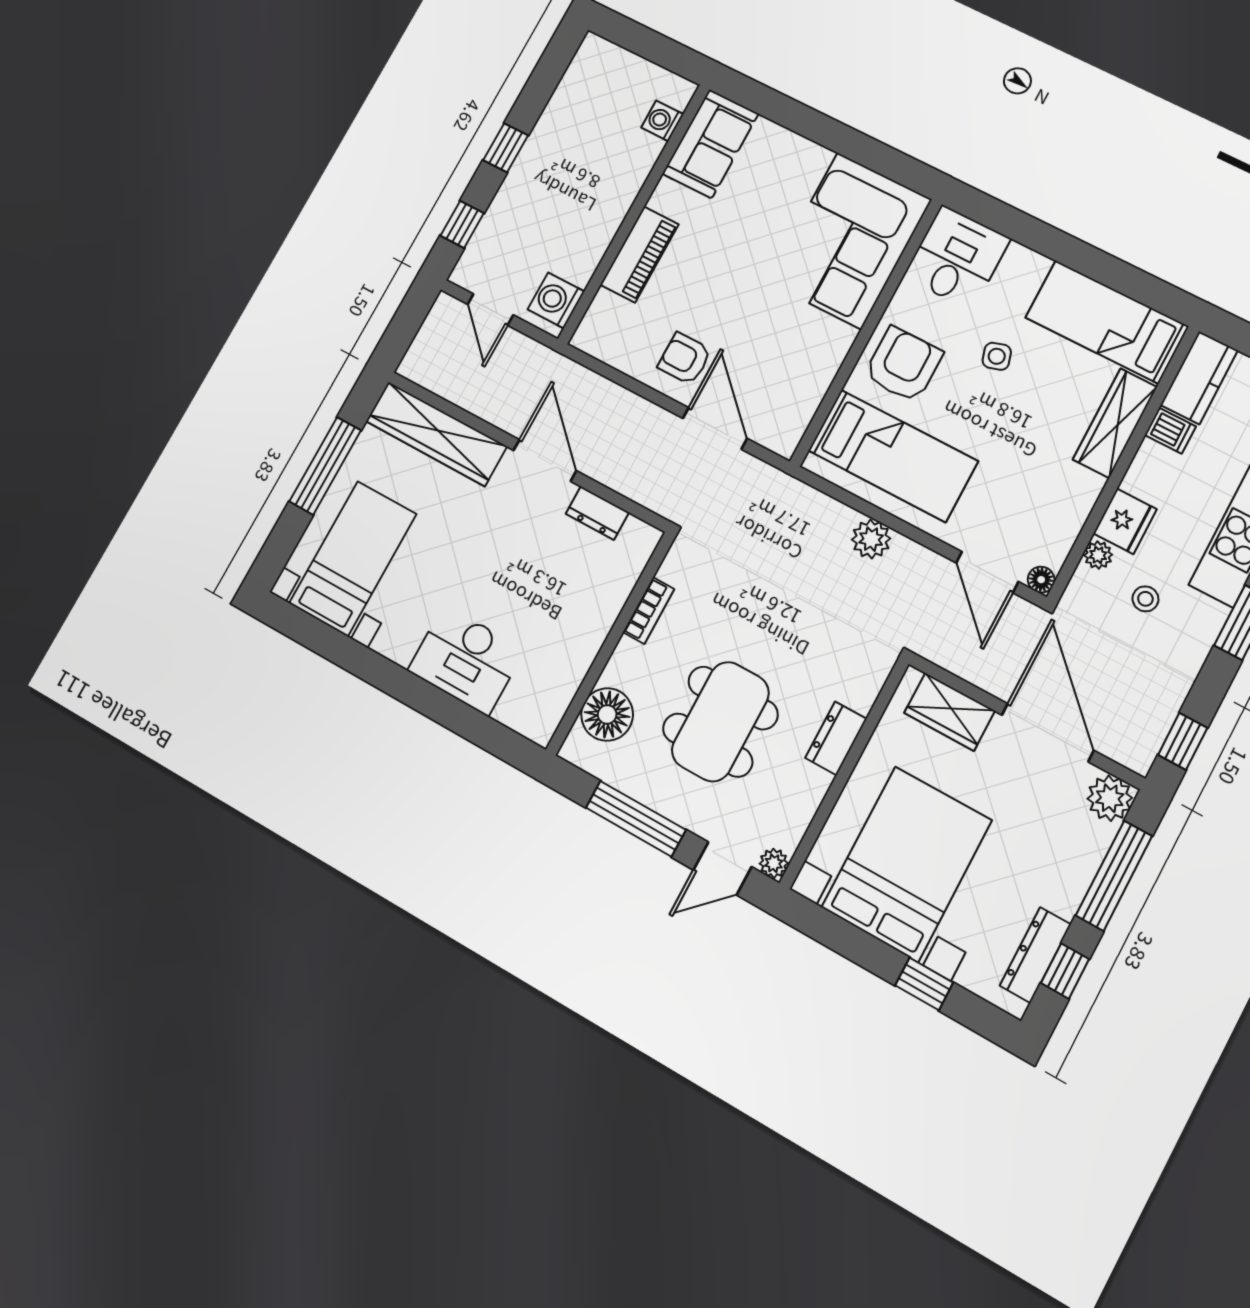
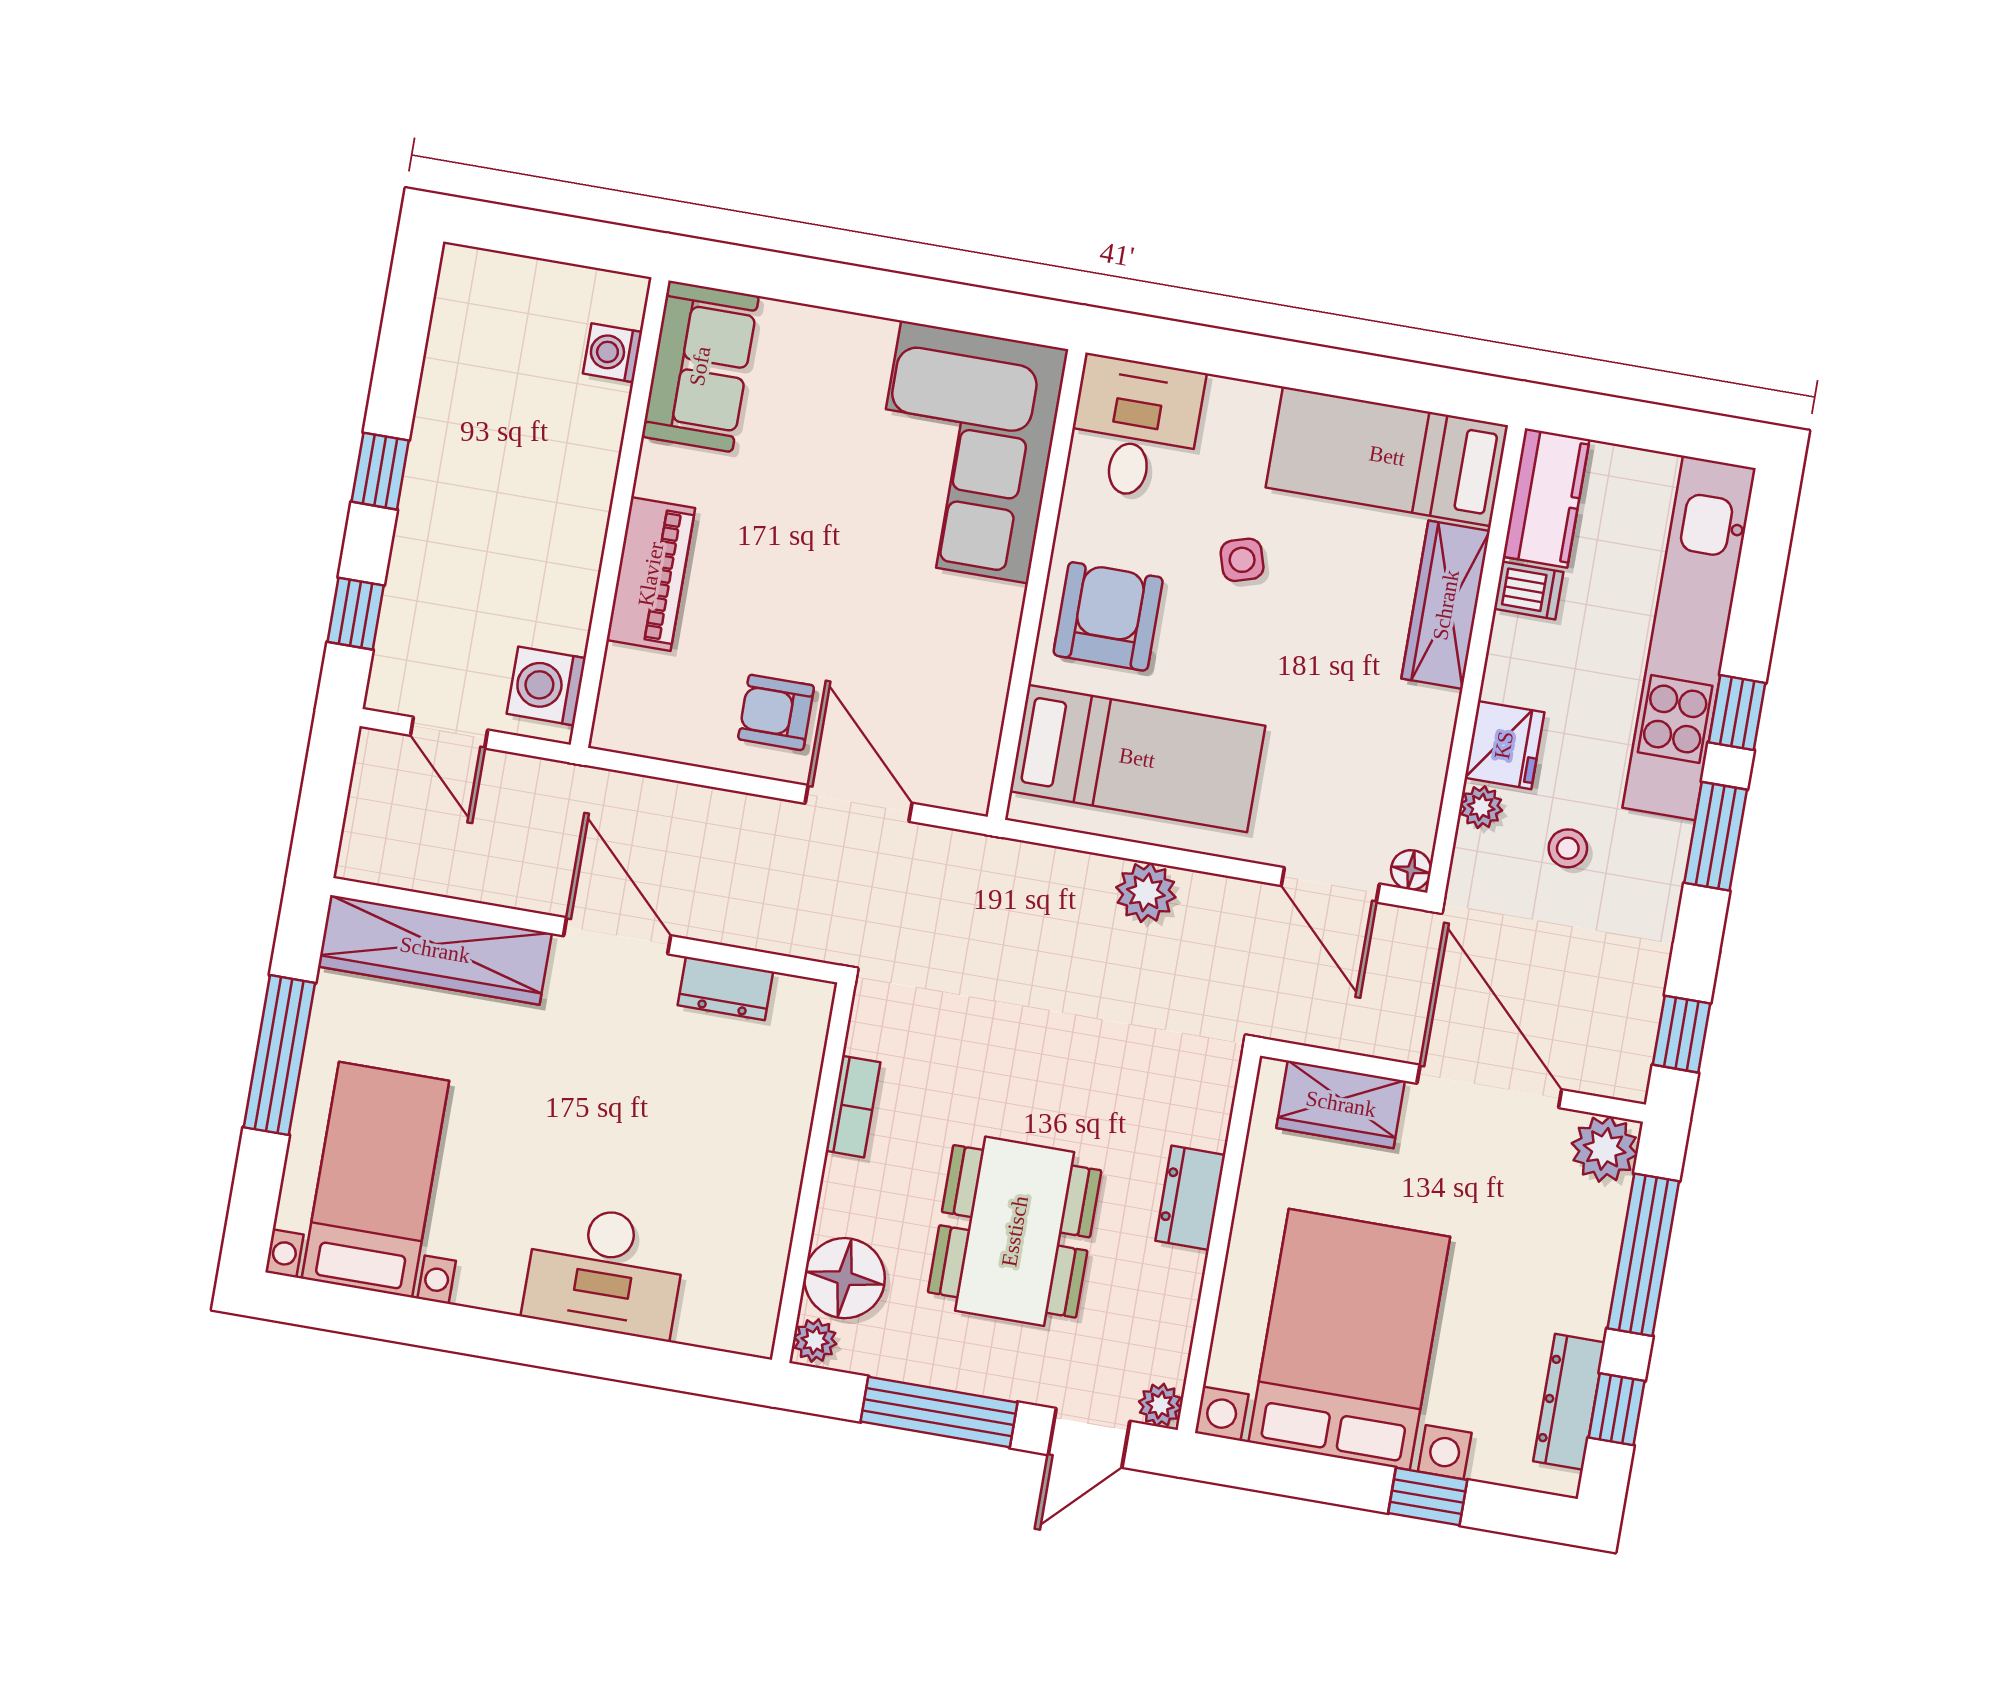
plant: (576, 747) -> (815, 1340), added

